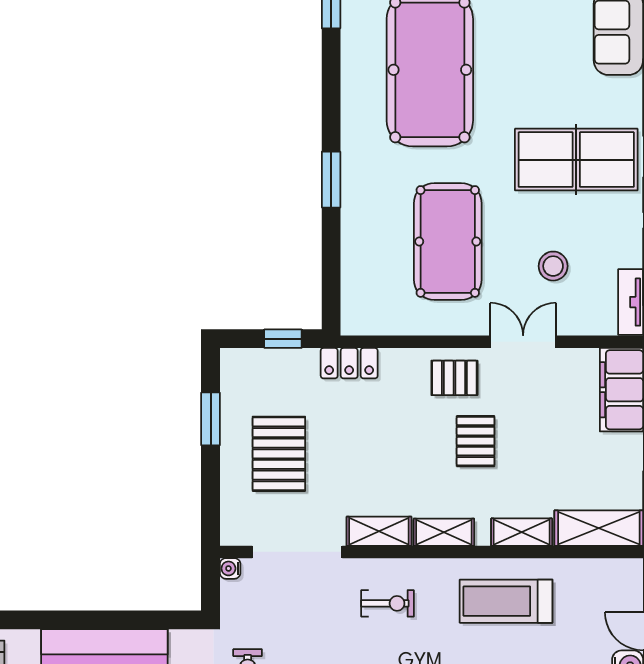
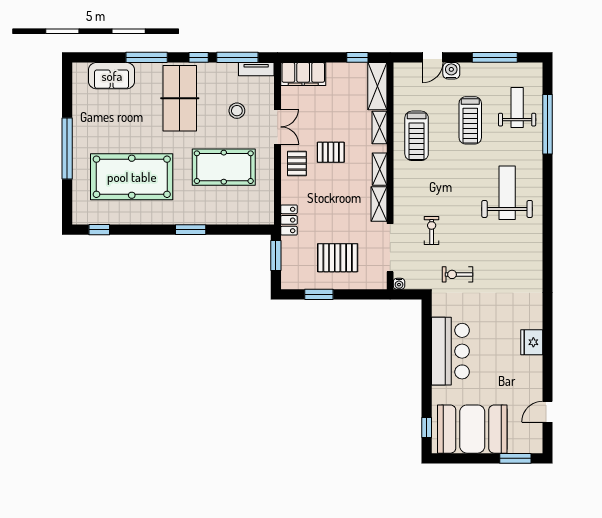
window: (283, 339) -> (276, 255), width x1.50
double door: (523, 342) -> (278, 127), swing flipped
exercise bike: (388, 603) -> (432, 231), moved

